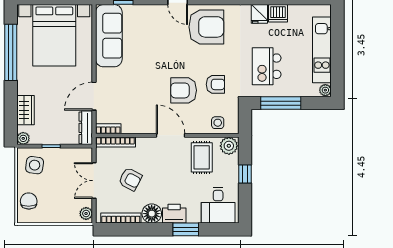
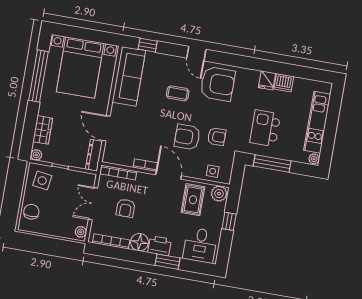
coffee table: (165, 45) -> (178, 93), added
door: (94, 96) -> (106, 128), hinge flipped
bookcase: (108, 129) -> (145, 165), moved
armchair: (130, 179) -> (126, 208), turned 62

